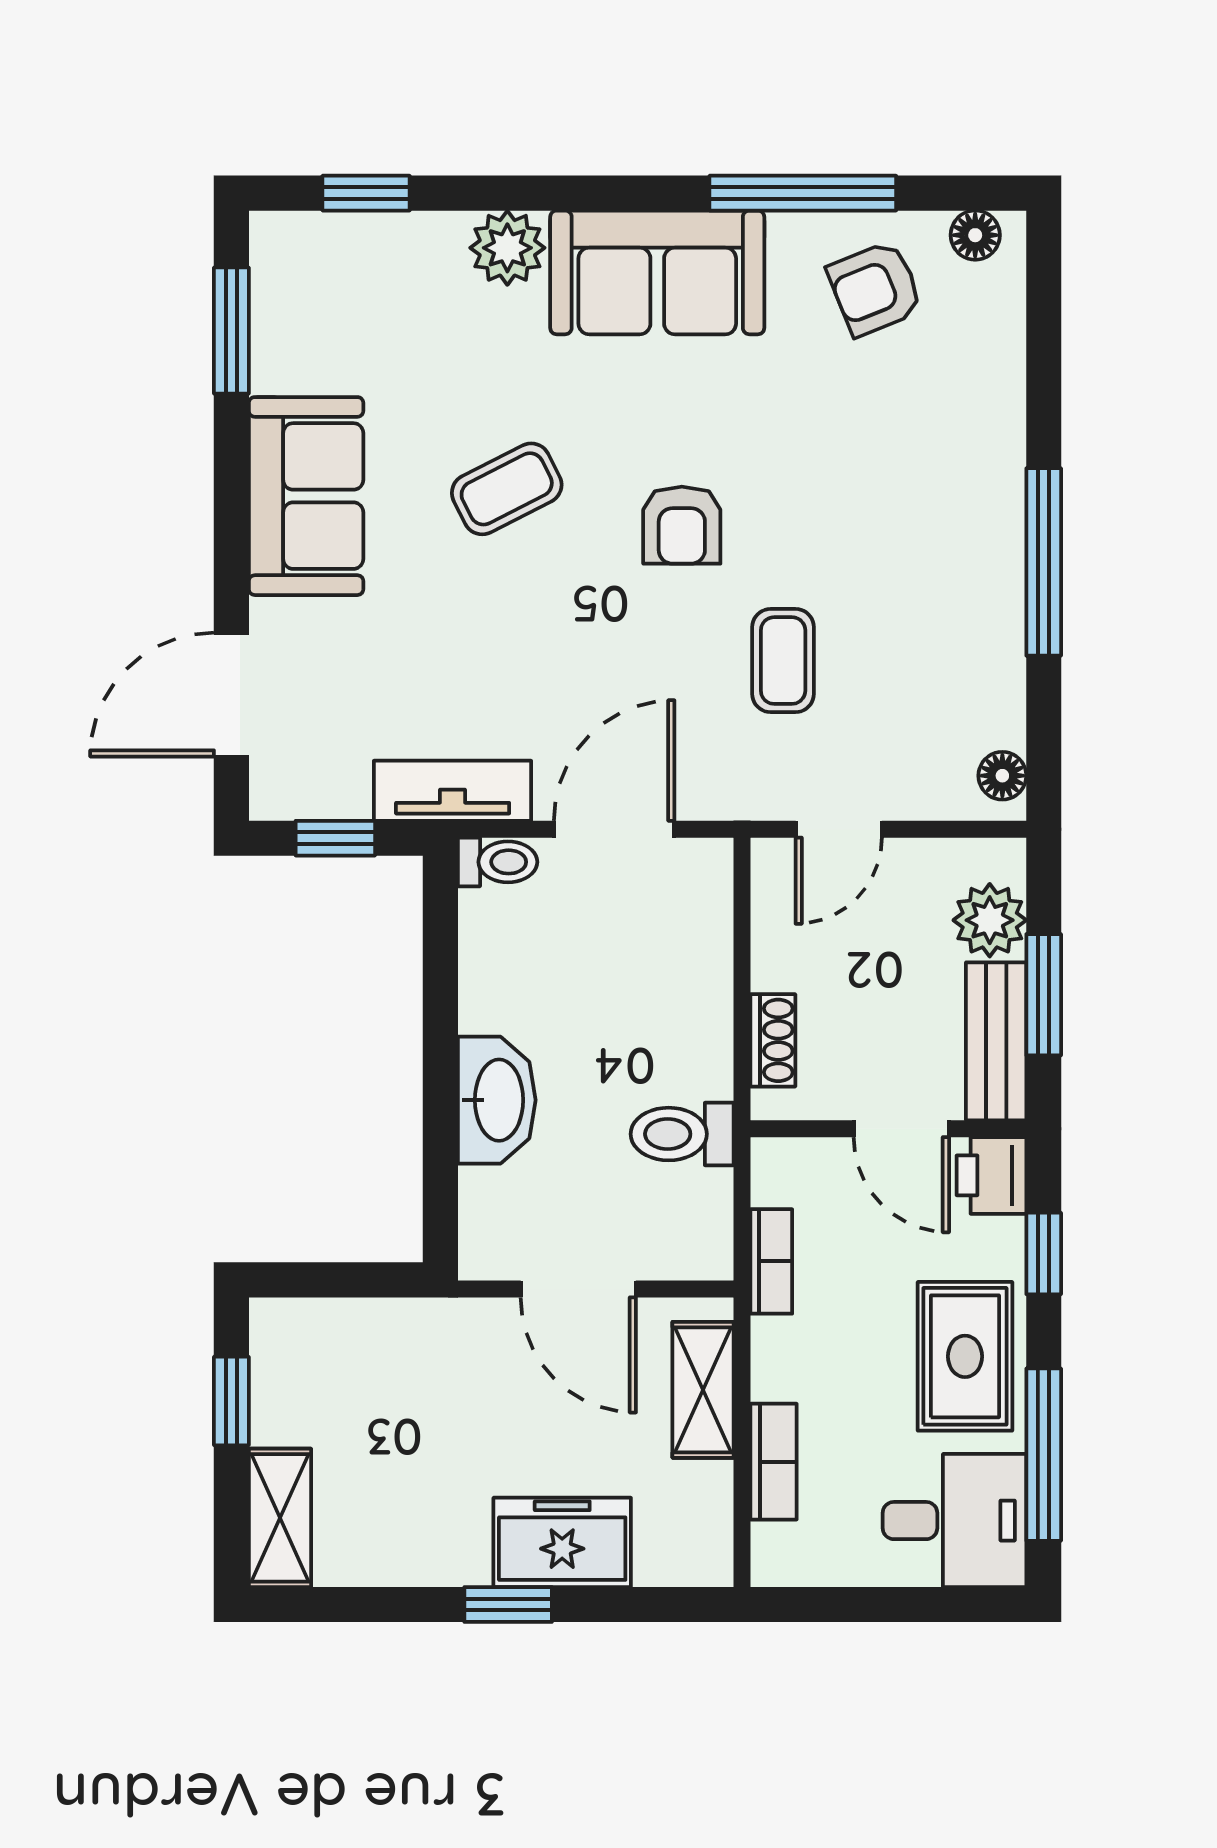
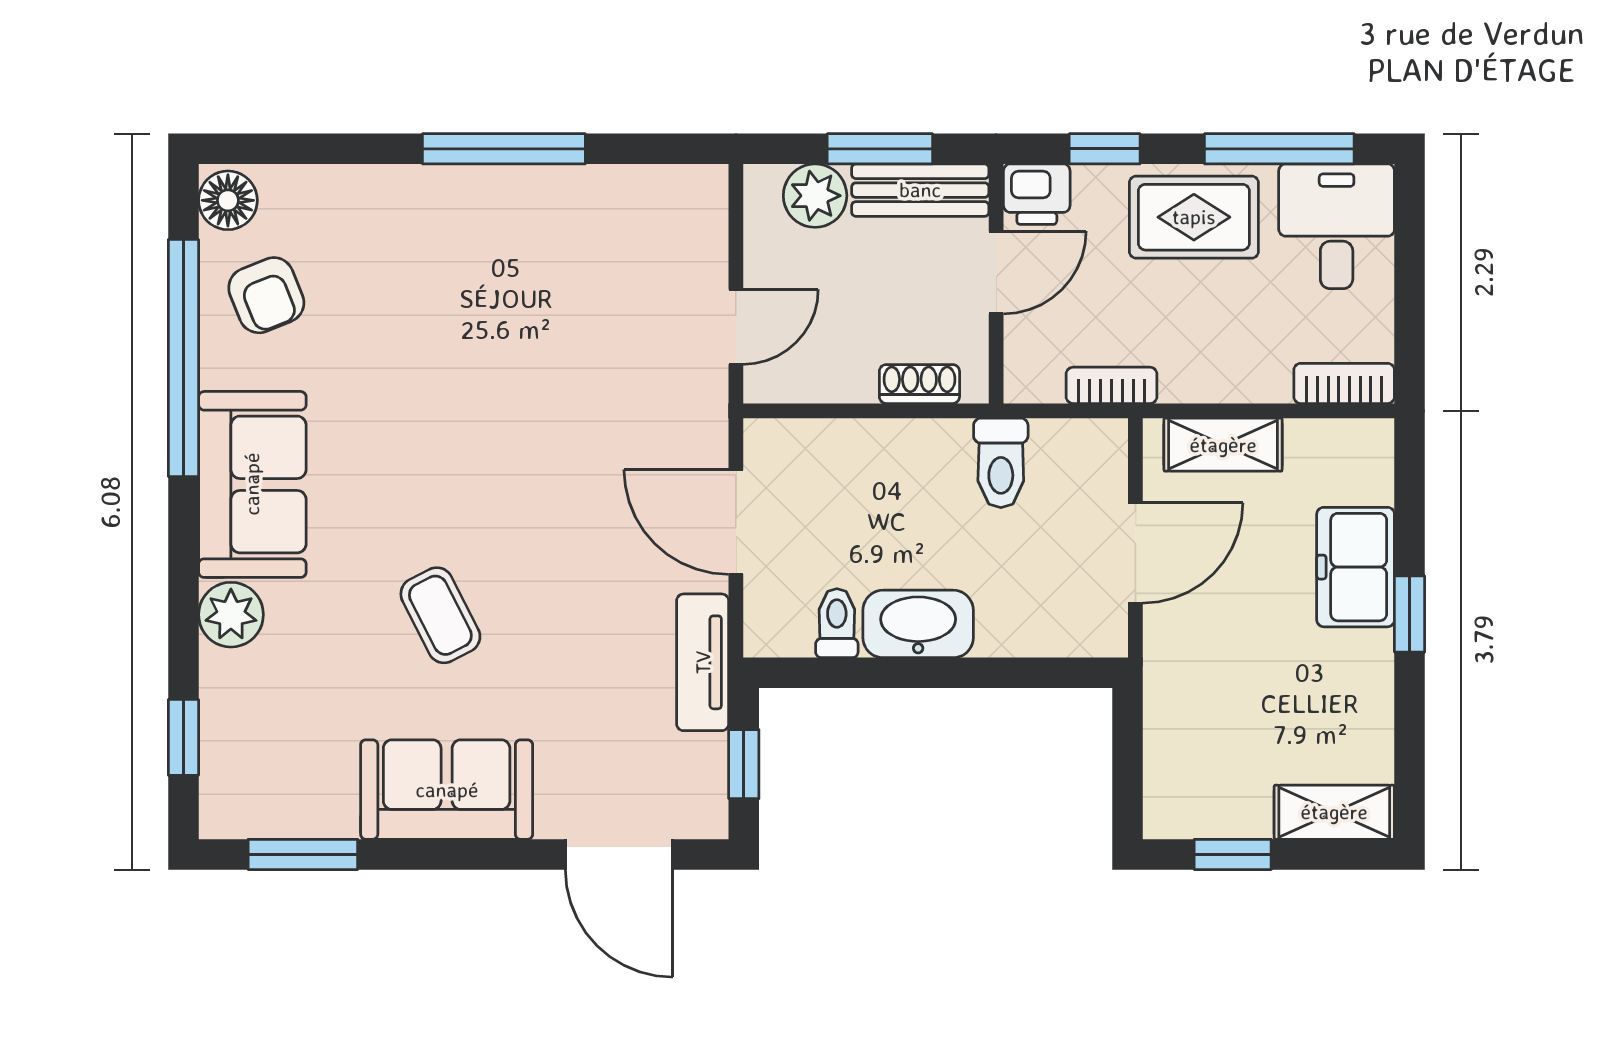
window: (803, 193) -> (183, 358), width x1.46
floor lamp: (975, 235) -> (228, 200), width x1.37, depth x1.37
armchair: (682, 525) -> (472, 463), removed
coffee table: (783, 661) -> (590, 375), removed
floor lamp: (1002, 776) -> (690, 185), removed
door: (839, 829) -> (736, 327), hinge flipped
toilet: (498, 862) -> (837, 623), moved
washbasin: (497, 1100) -> (918, 624), moved
bookcase: (774, 1462) -> (1344, 383), moved

